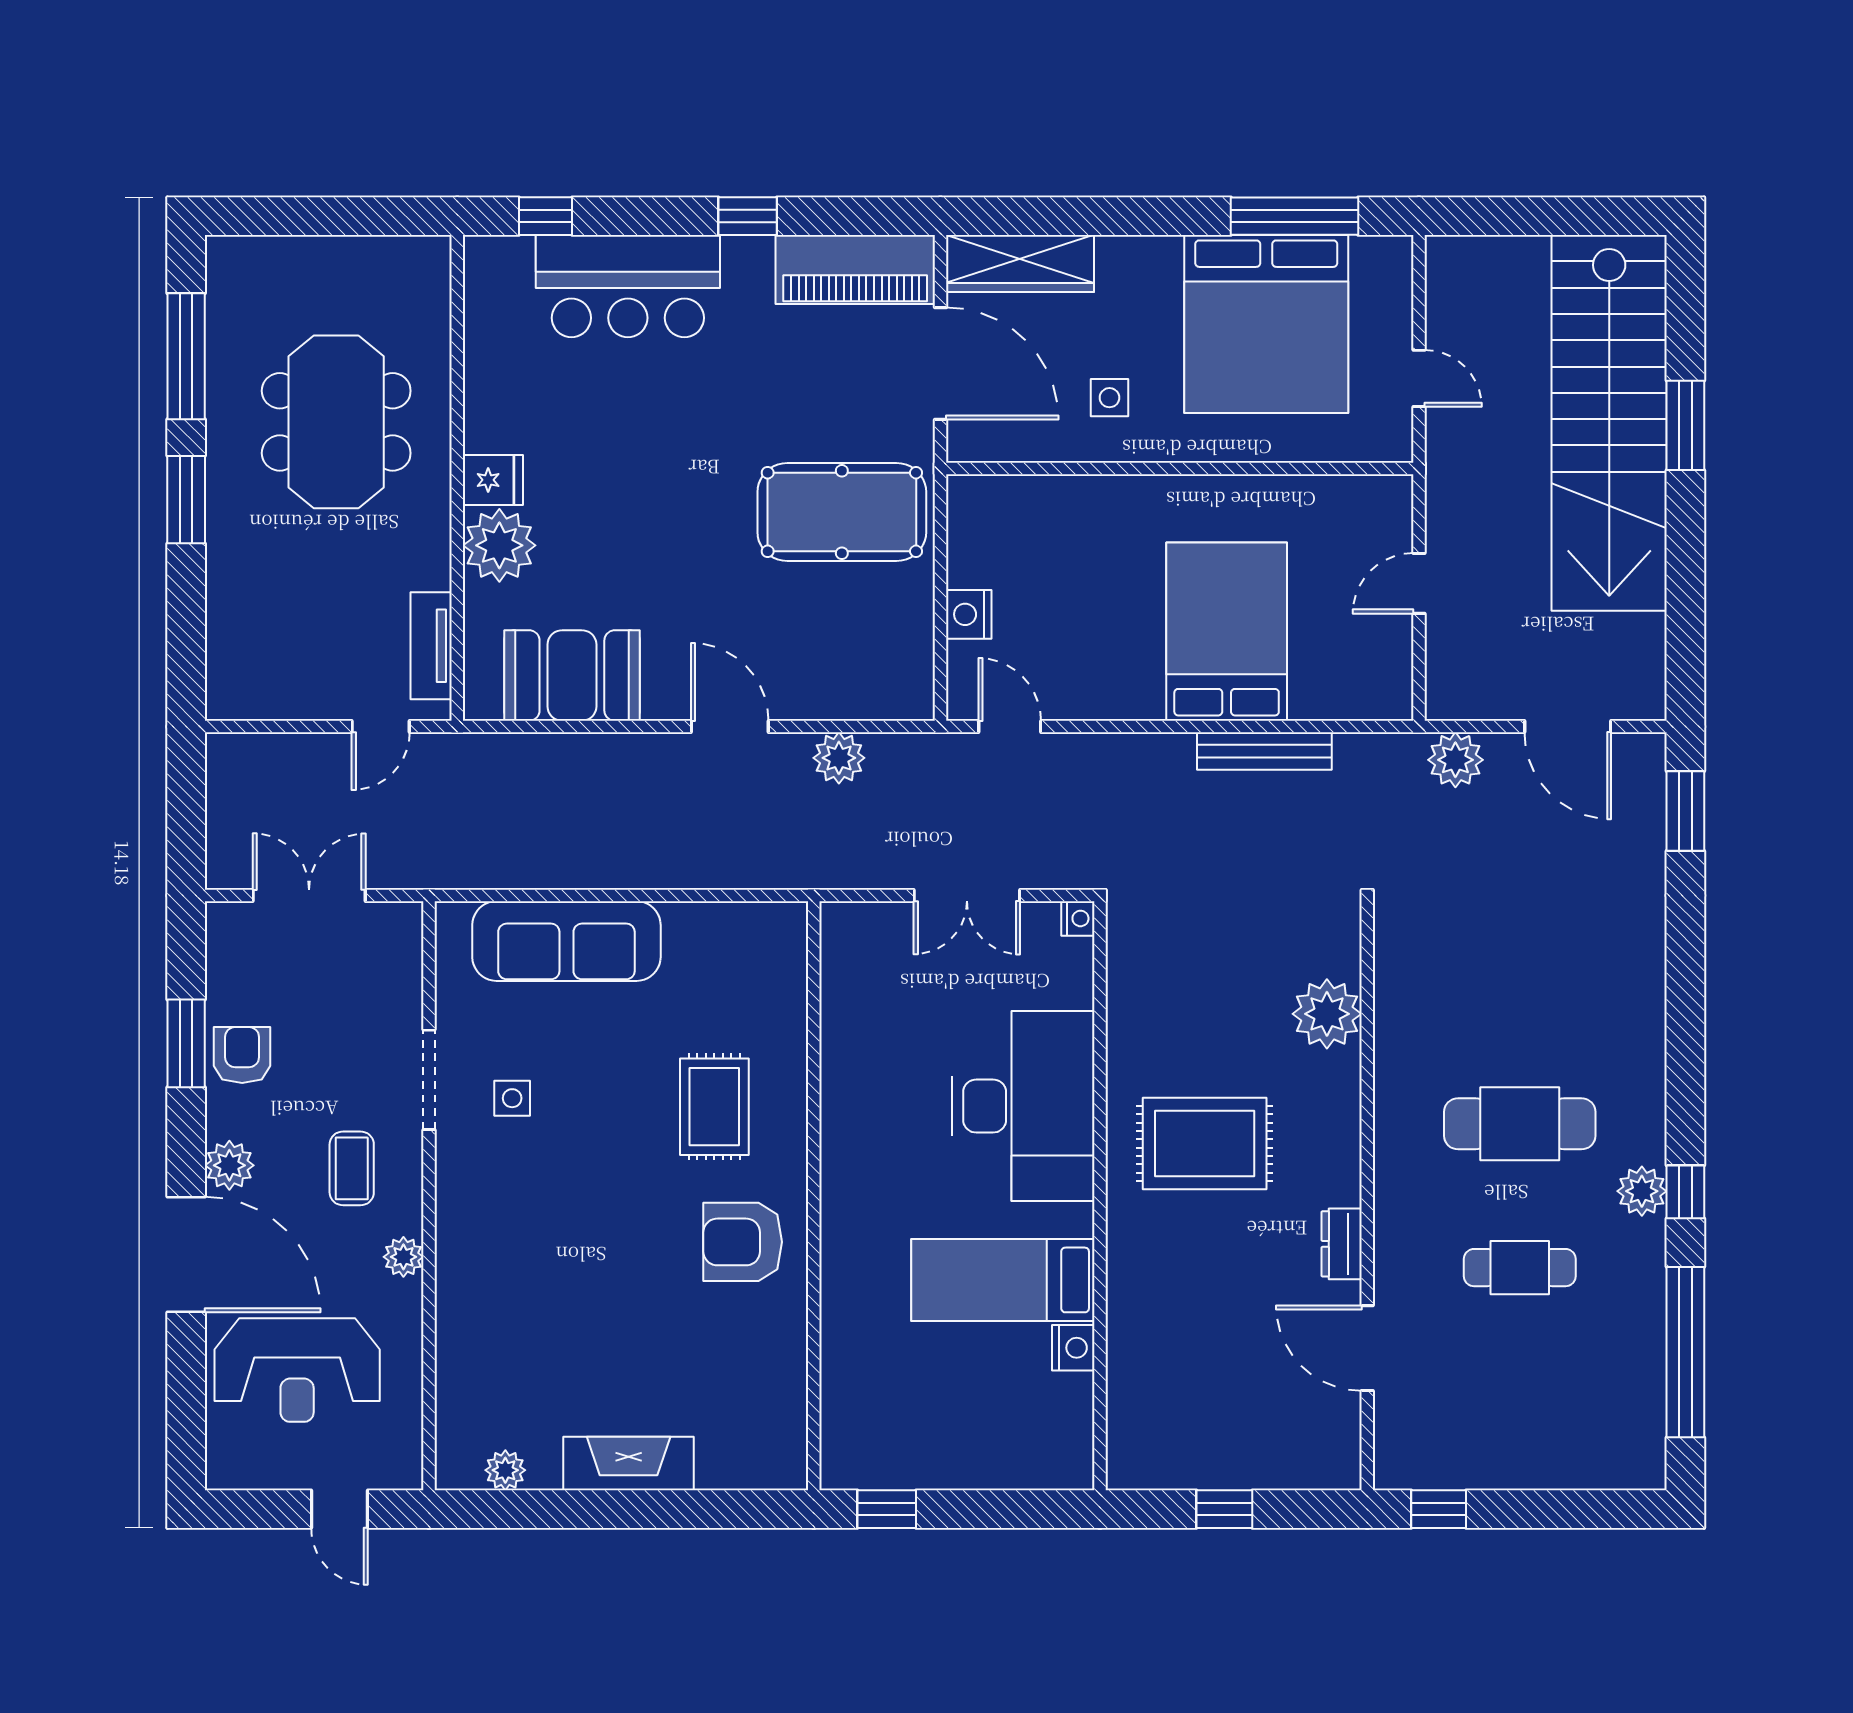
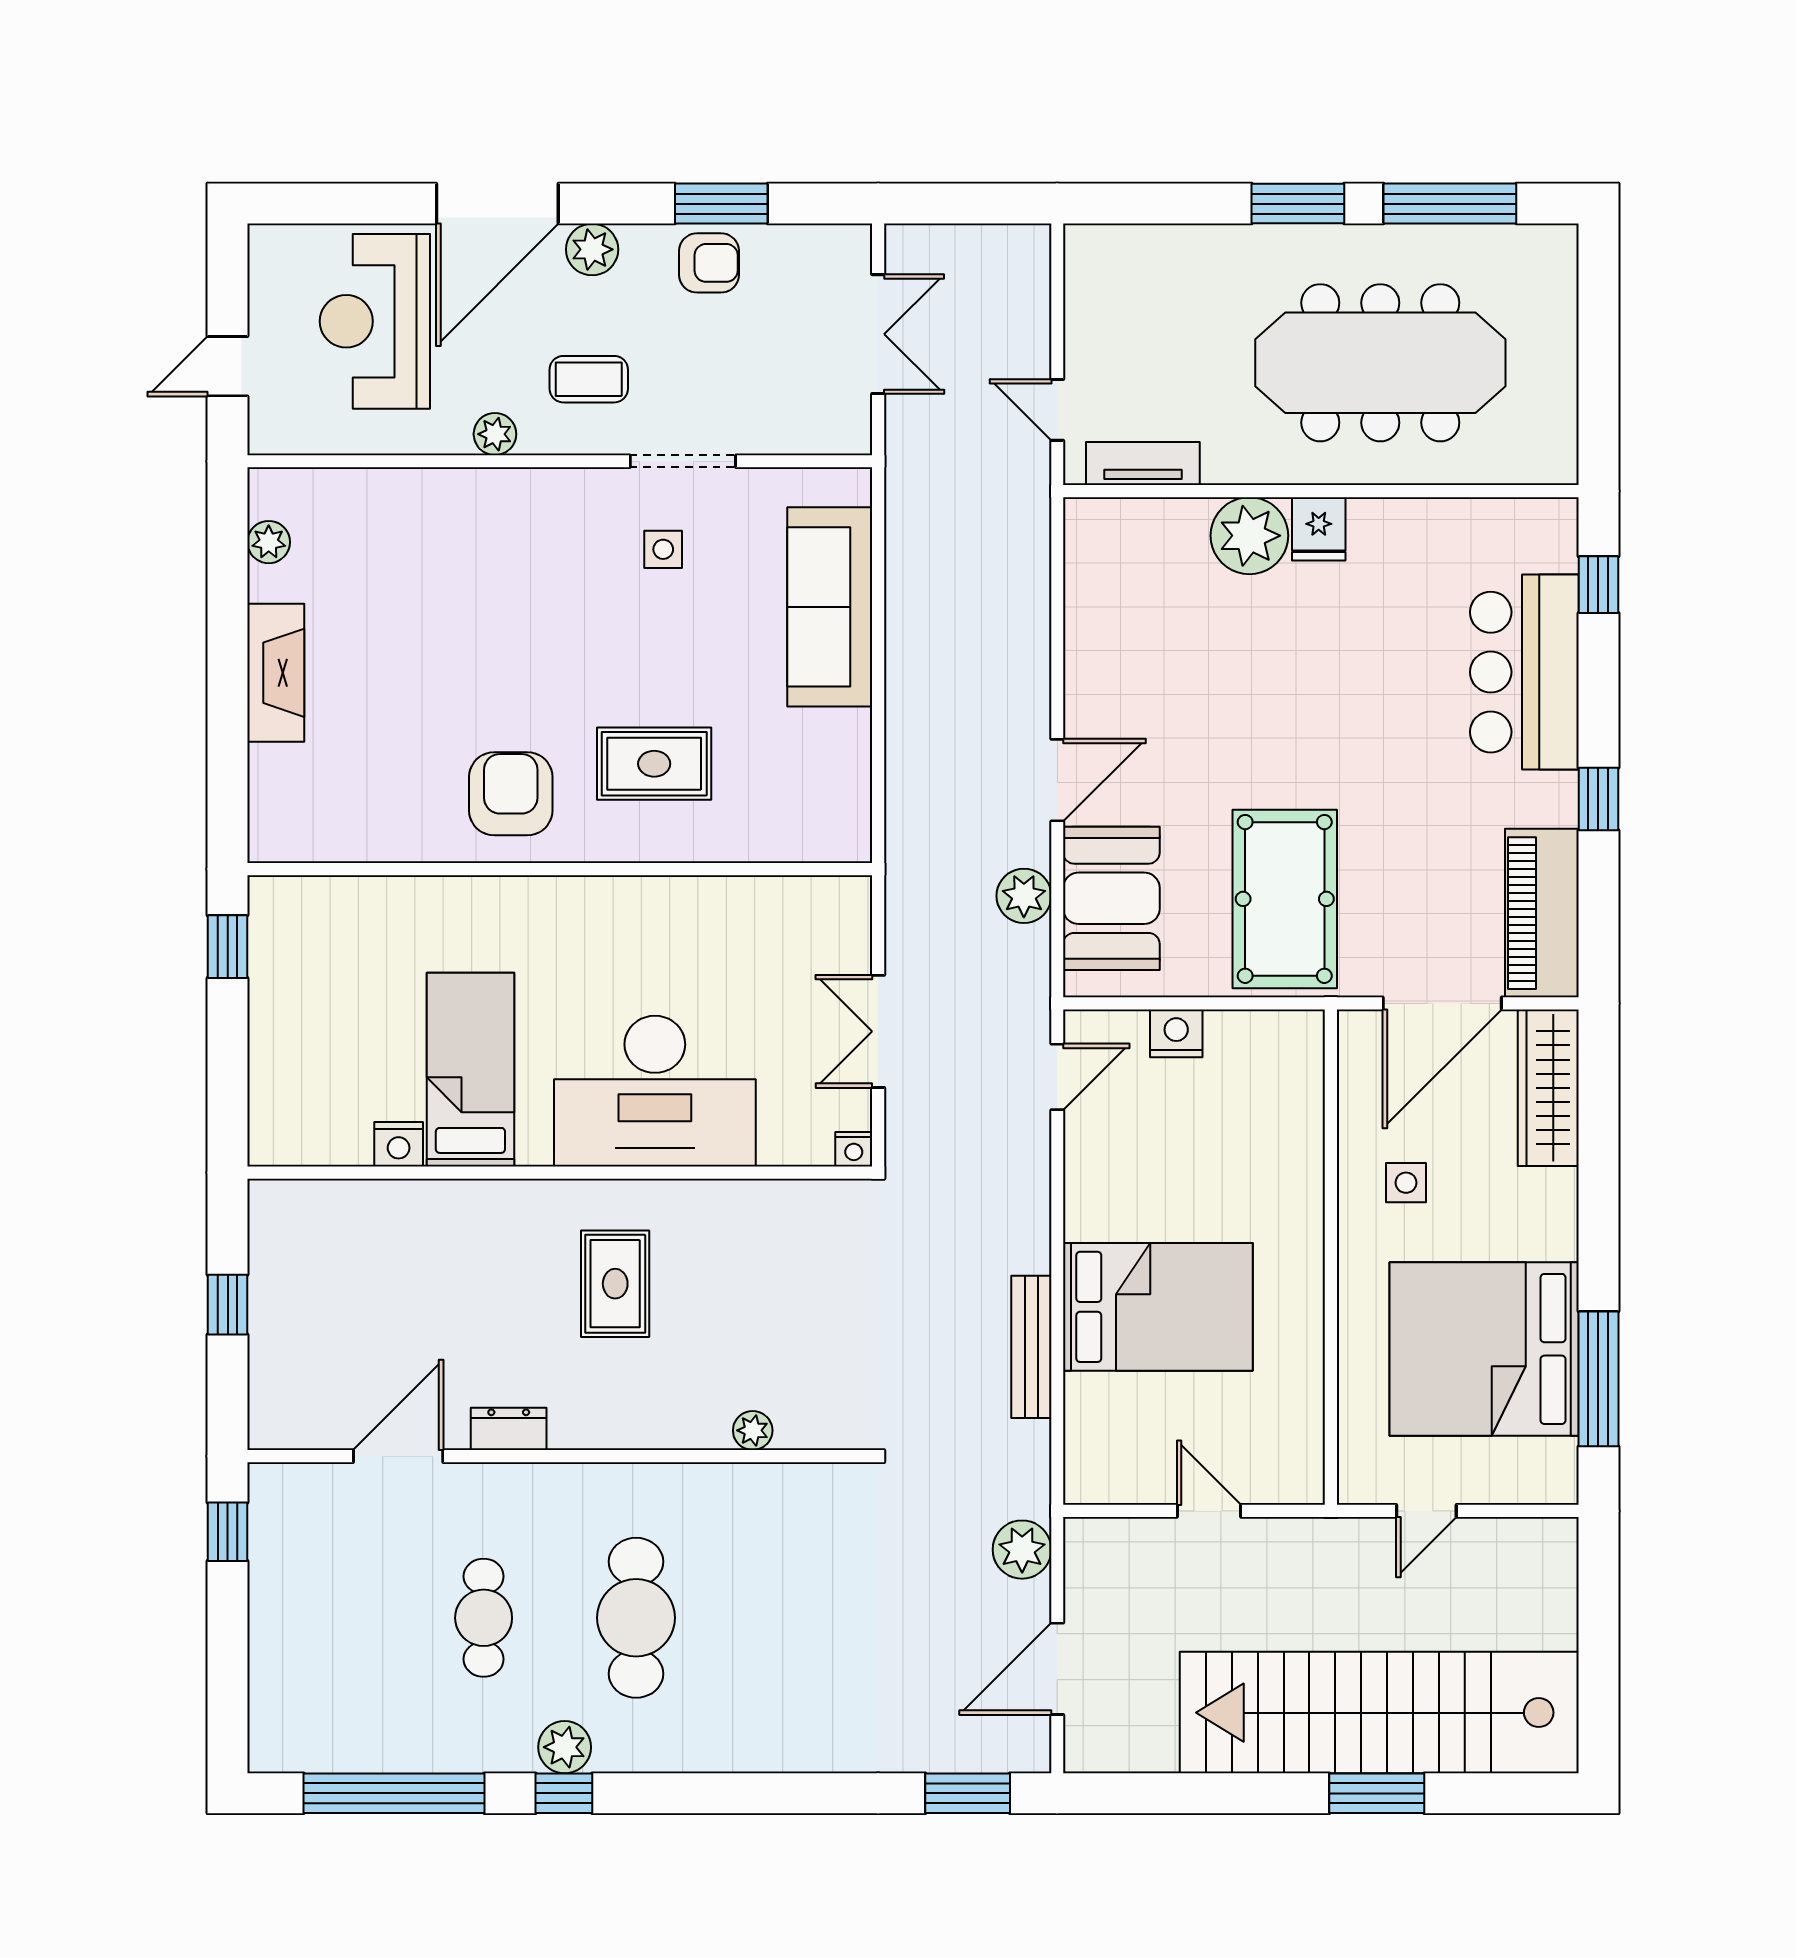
meeting table: (336, 422) -> (1380, 363), width x1.36
booth: (572, 676) -> (1111, 898), moved
plant: (1327, 1014) -> (753, 1430), width x0.53, depth x0.53
rug: (1205, 1143) -> (615, 1284), width x0.73, depth x0.70

